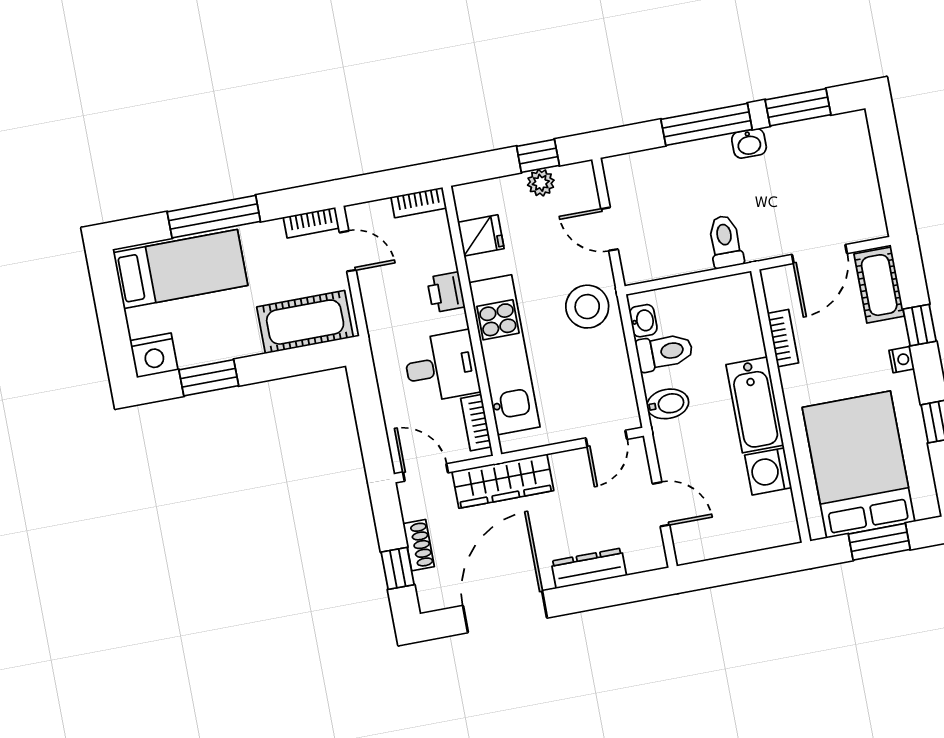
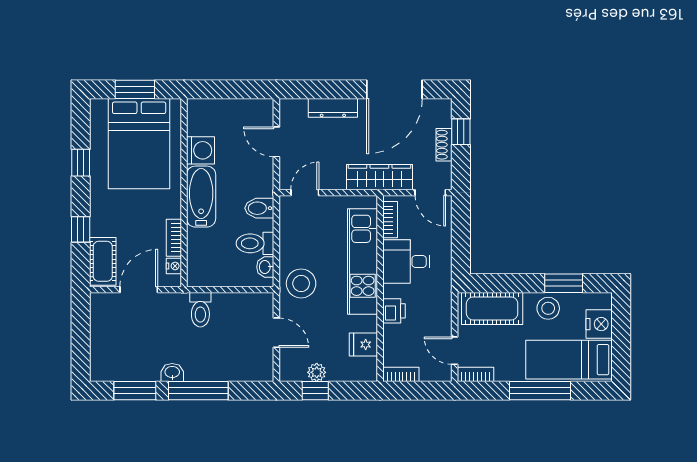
stool: (224, 337) -> (548, 308), added
nightstand: (154, 355) -> (599, 324), moved, turned 90
nightstand: (902, 360) -> (174, 266), moved, turned 180

